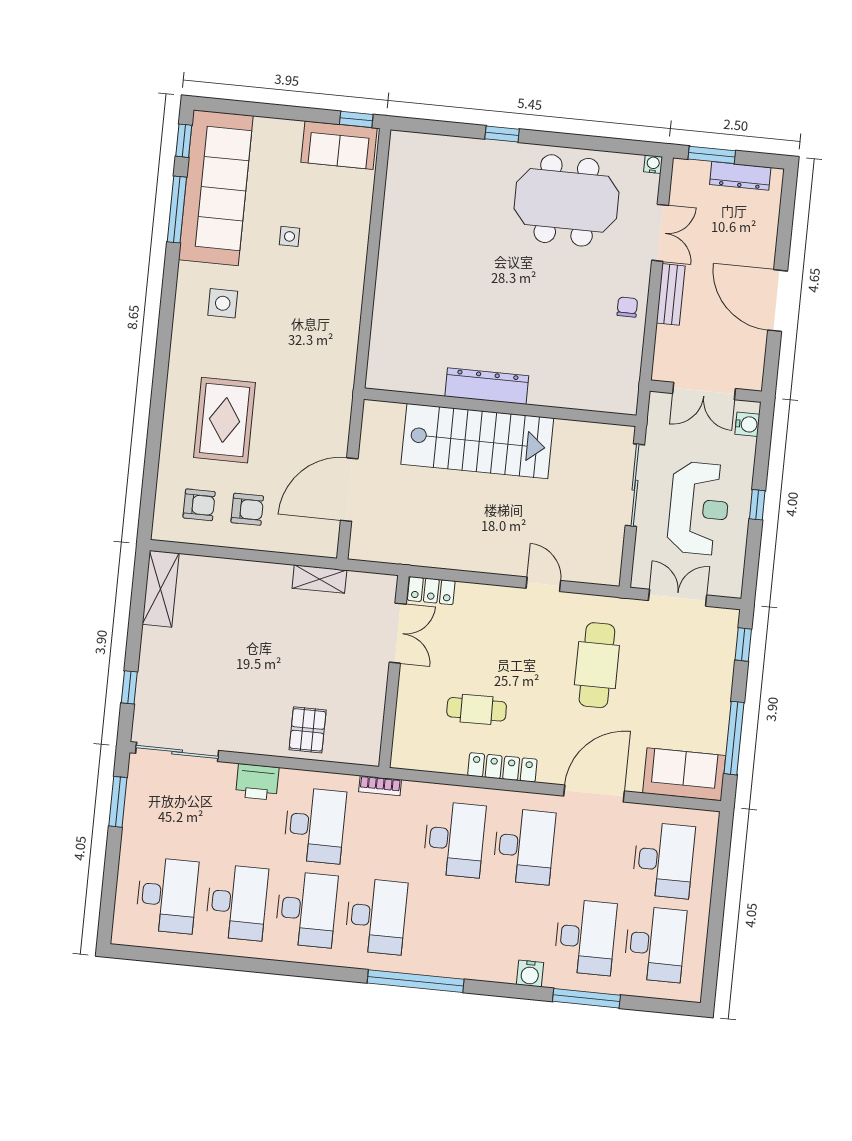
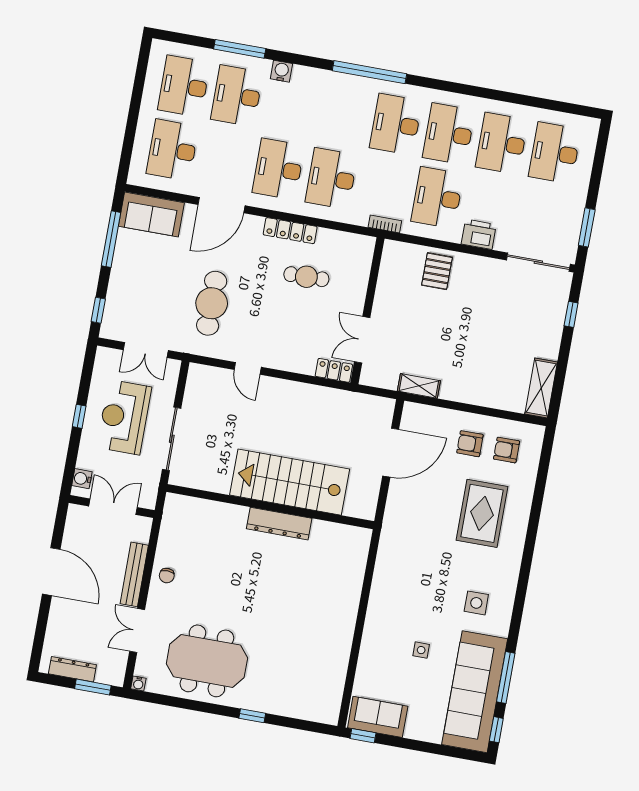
bench: (671, 294) -> (134, 574), width x1.36

